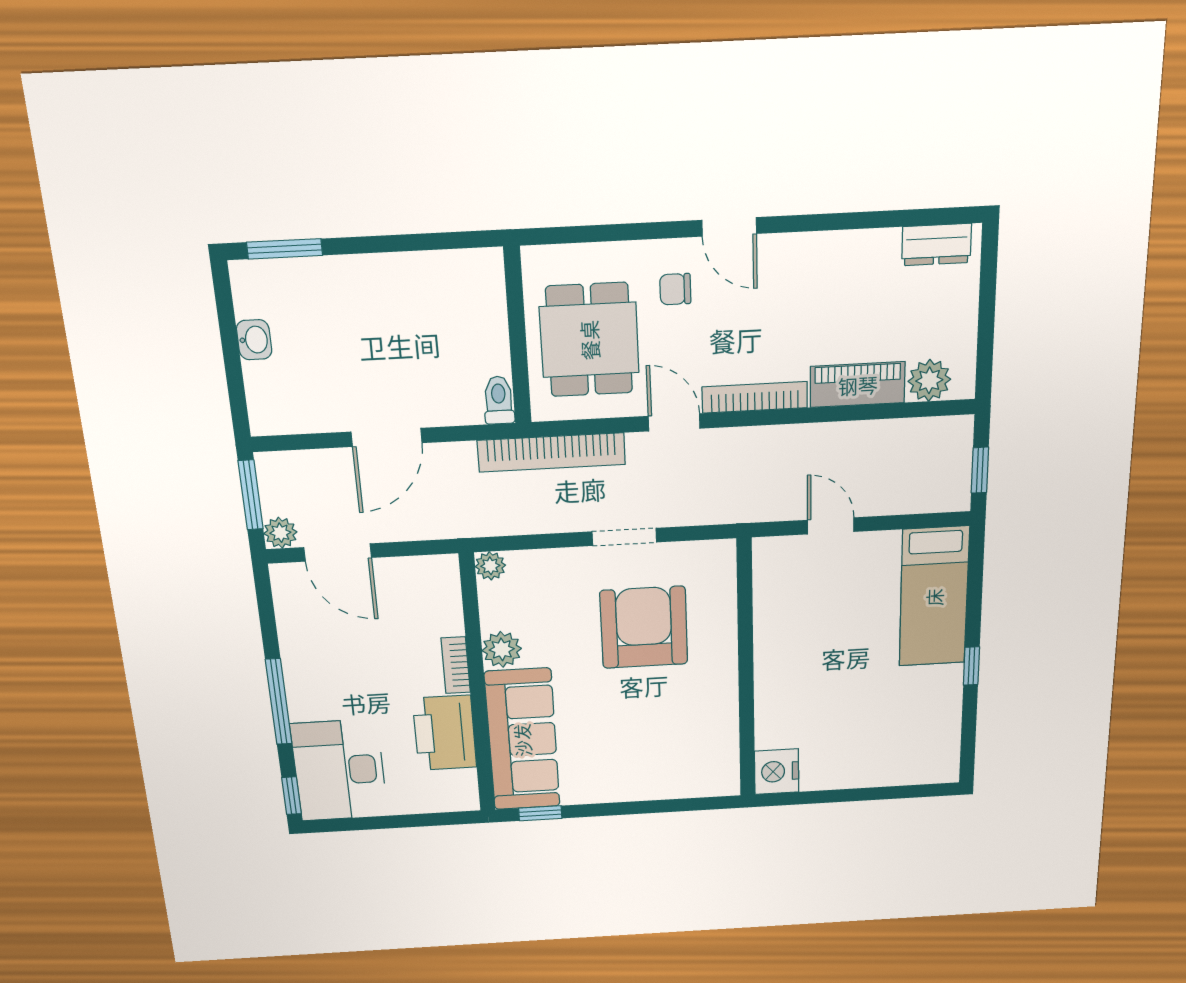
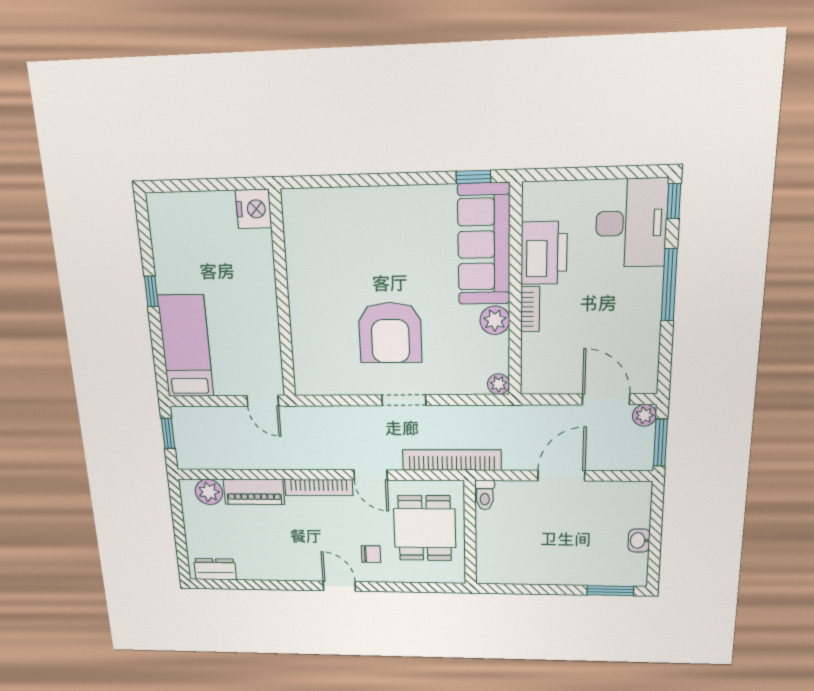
wall: (746, 670) -> (282, 296), moved
nightstand: (777, 772) -> (254, 209), moved

